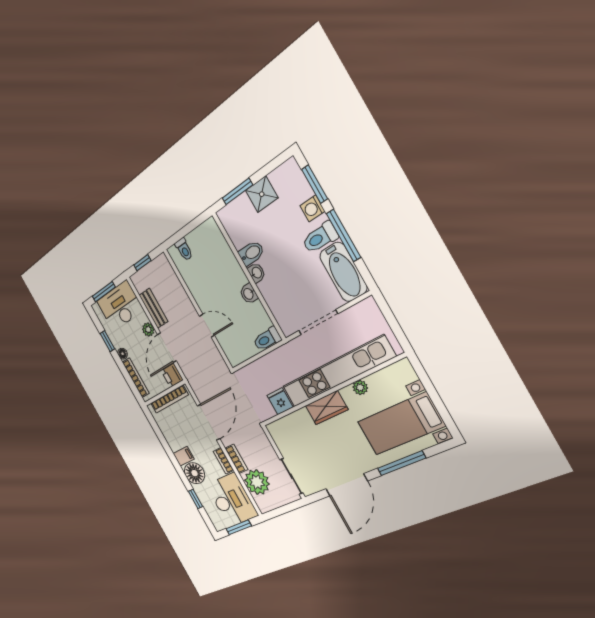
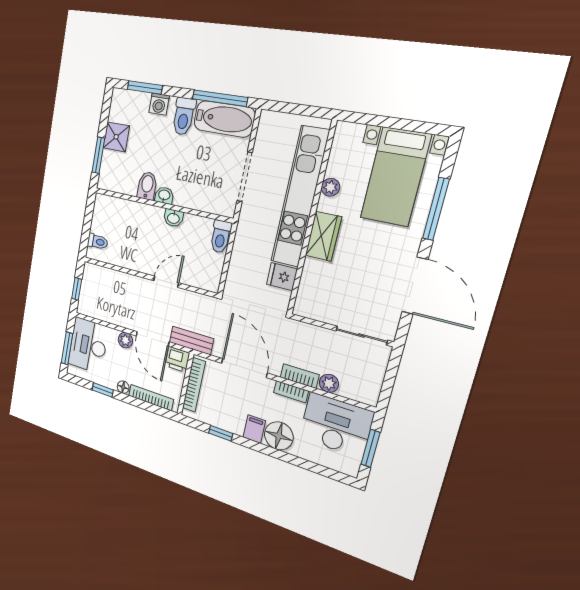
window: (344, 235) -> (220, 98), moved
bench: (154, 308) -> (191, 340), moved
plant: (257, 482) -> (329, 383), width x0.53, depth x0.53
window: (196, 499) -> (221, 433), moved

